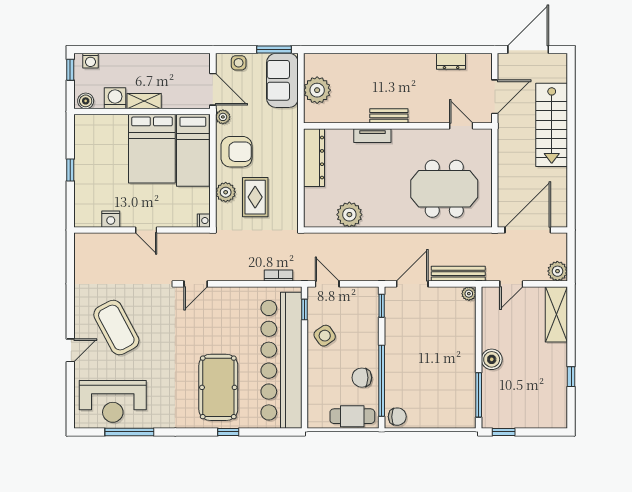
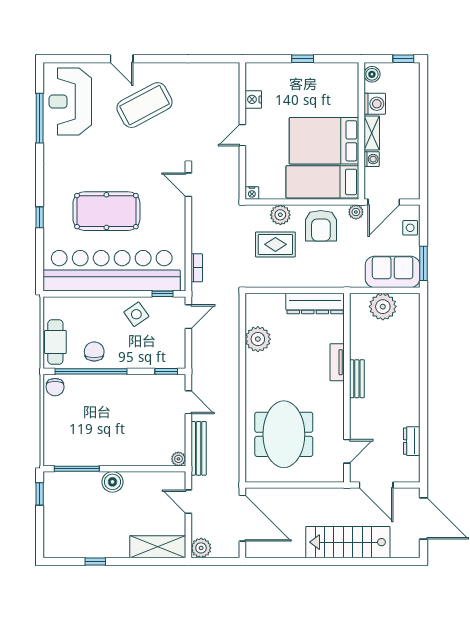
washing machine: (90, 61) -> (372, 159), moved, turned 180
door: (412, 284) -> (188, 402), width x0.73
pool table: (218, 387) -> (106, 211), moved

